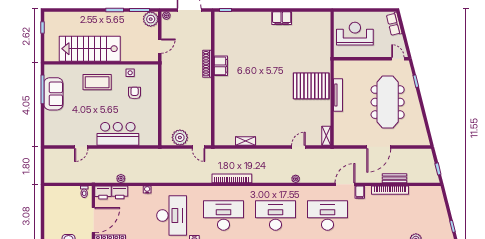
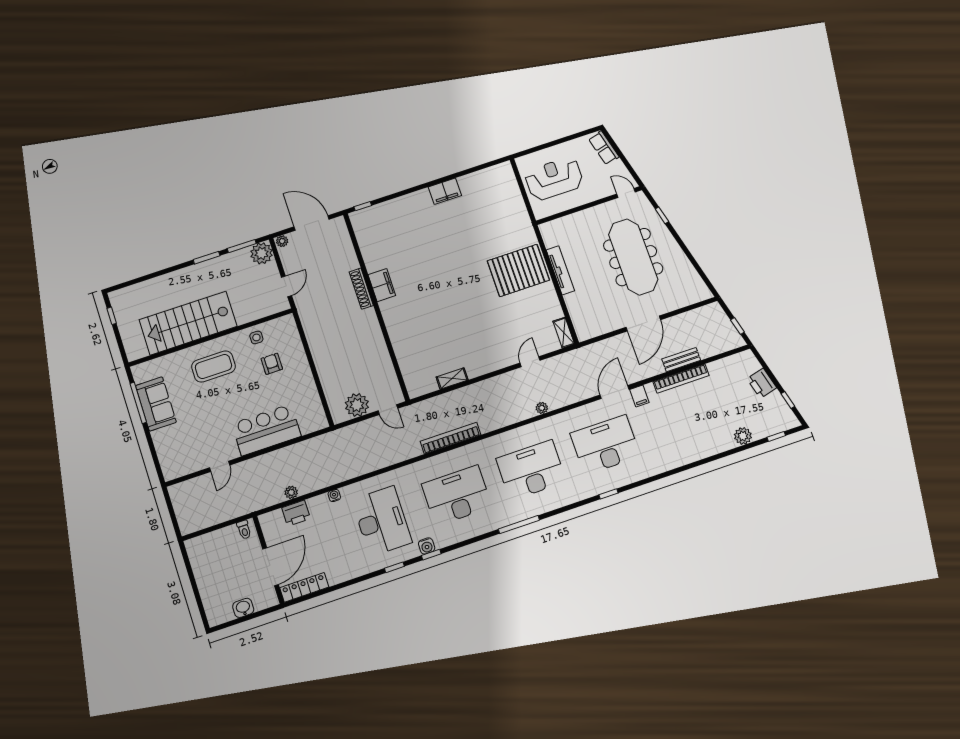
printer: (103, 193) -> (762, 383), moved, turned 76

